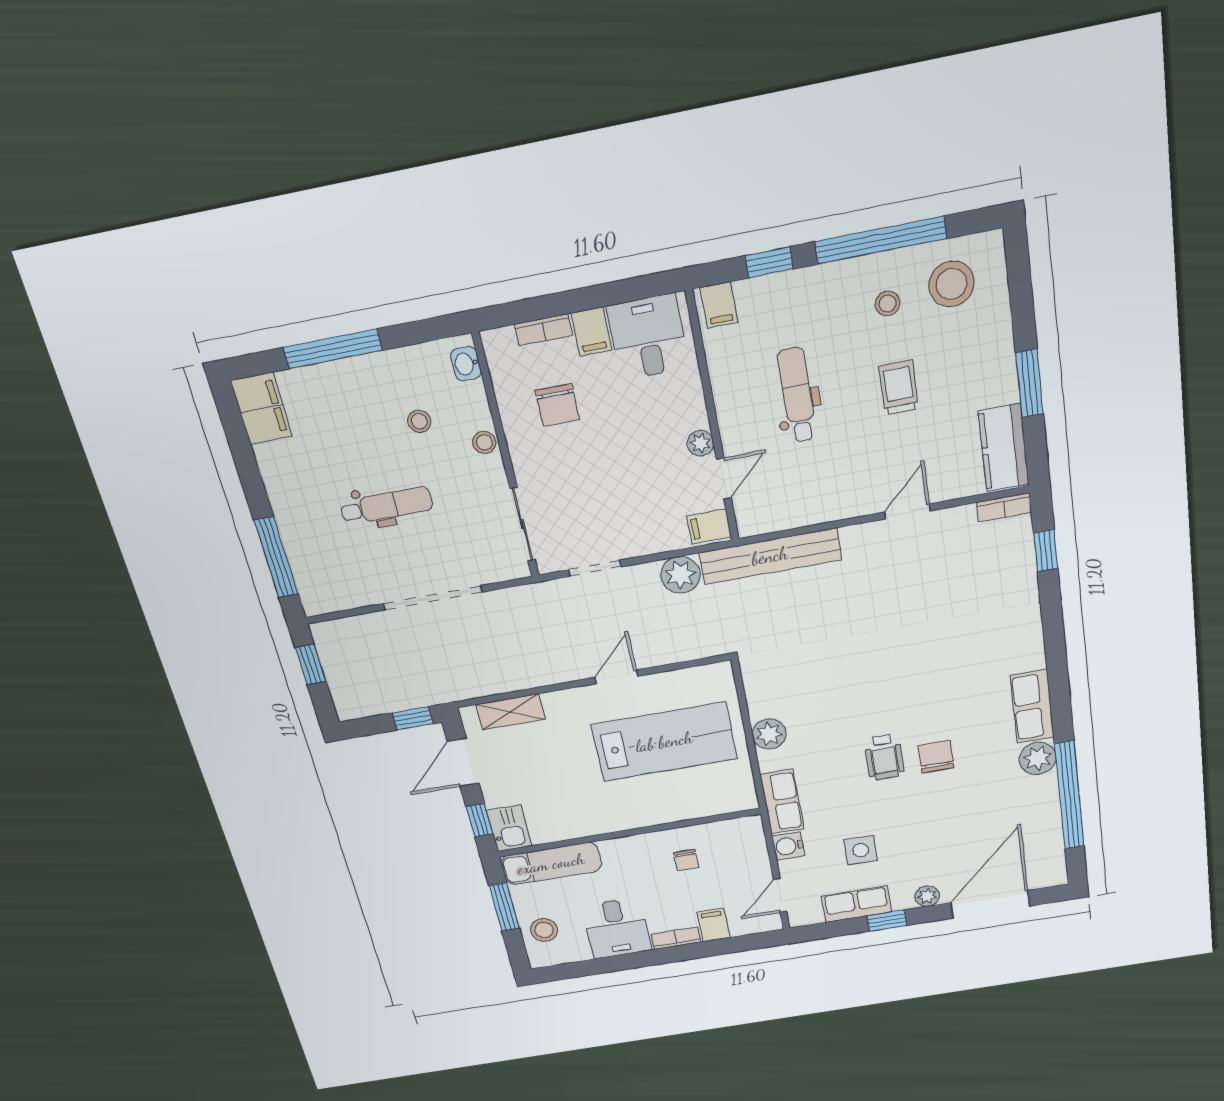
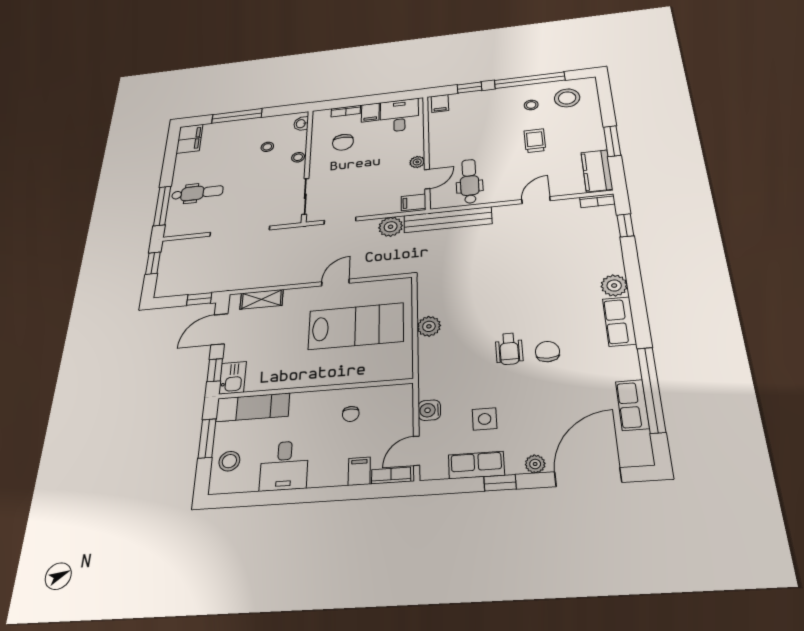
dental chair: (797, 395) -> (469, 181), moved
dental chair: (387, 506) -> (197, 193), moved
plant: (1038, 758) -> (614, 285), moved
row of seats: (782, 802) -> (632, 405), moved, turned 180
bookcase: (676, 938) -> (391, 476), moved

